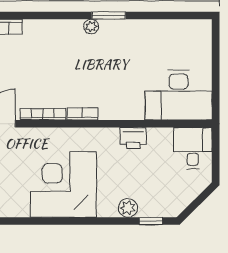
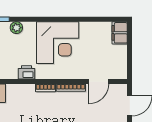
printer: (133, 138) -> (27, 72), moved

